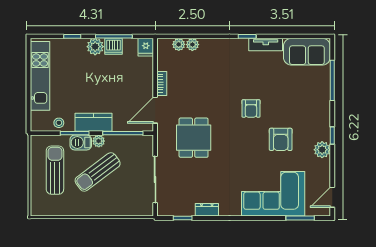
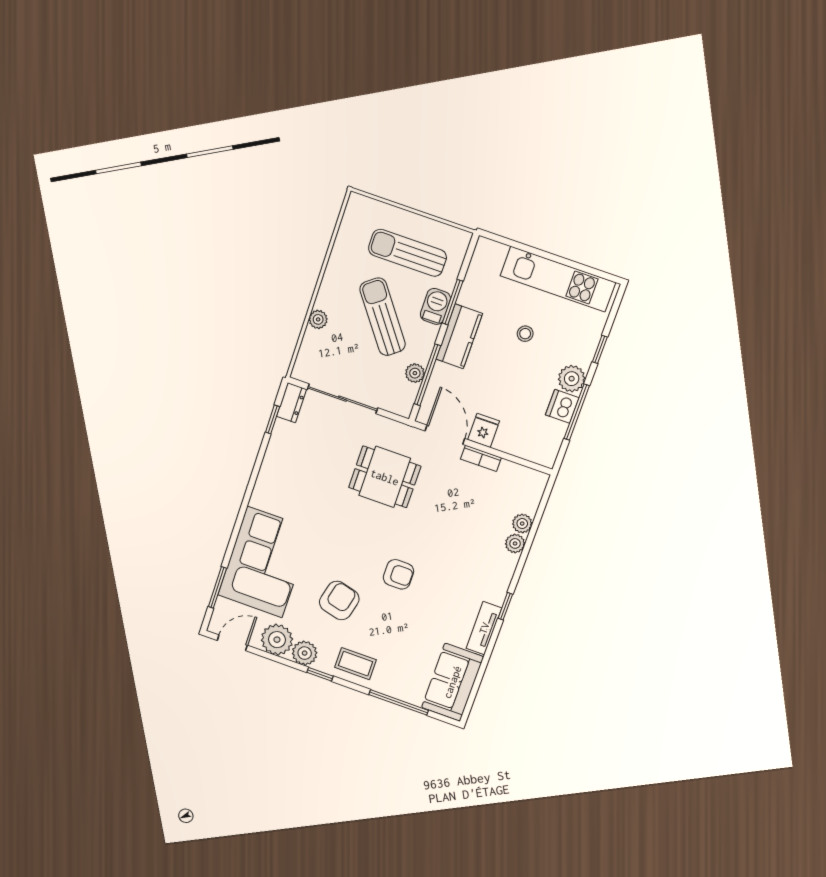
plant: (179, 44) -> (515, 543), moved
fridge: (146, 47) -> (484, 430), moved, turned 90
armchair: (251, 108) -> (398, 574), turned 180
coffee table: (317, 116) -> (356, 664), added
stool: (59, 123) -> (525, 334), moved
armchair: (281, 139) -> (339, 600), turned 104
plant: (99, 141) -> (415, 373), moved
sun lounger: (55, 170) -> (407, 253), turned 180
plant: (320, 170) -> (277, 640), added
door: (332, 197) -> (232, 643), hinge flipped
plant: (113, 210) -> (318, 319), added
dresser: (207, 210) -> (292, 403), moved

